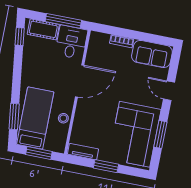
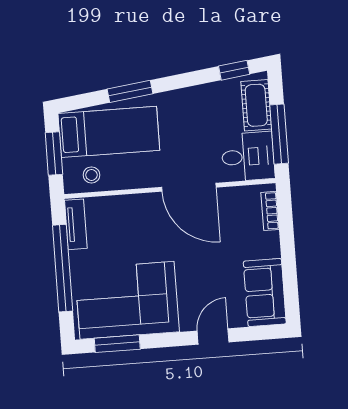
bookcase: (122, 41) -> (270, 211), moved
window: (14, 116) -> (130, 91), moved
stool: (63, 118) -> (91, 175), moved
window: (160, 134) -> (117, 344), moved
window: (106, 166) -> (63, 268), width x2.11

